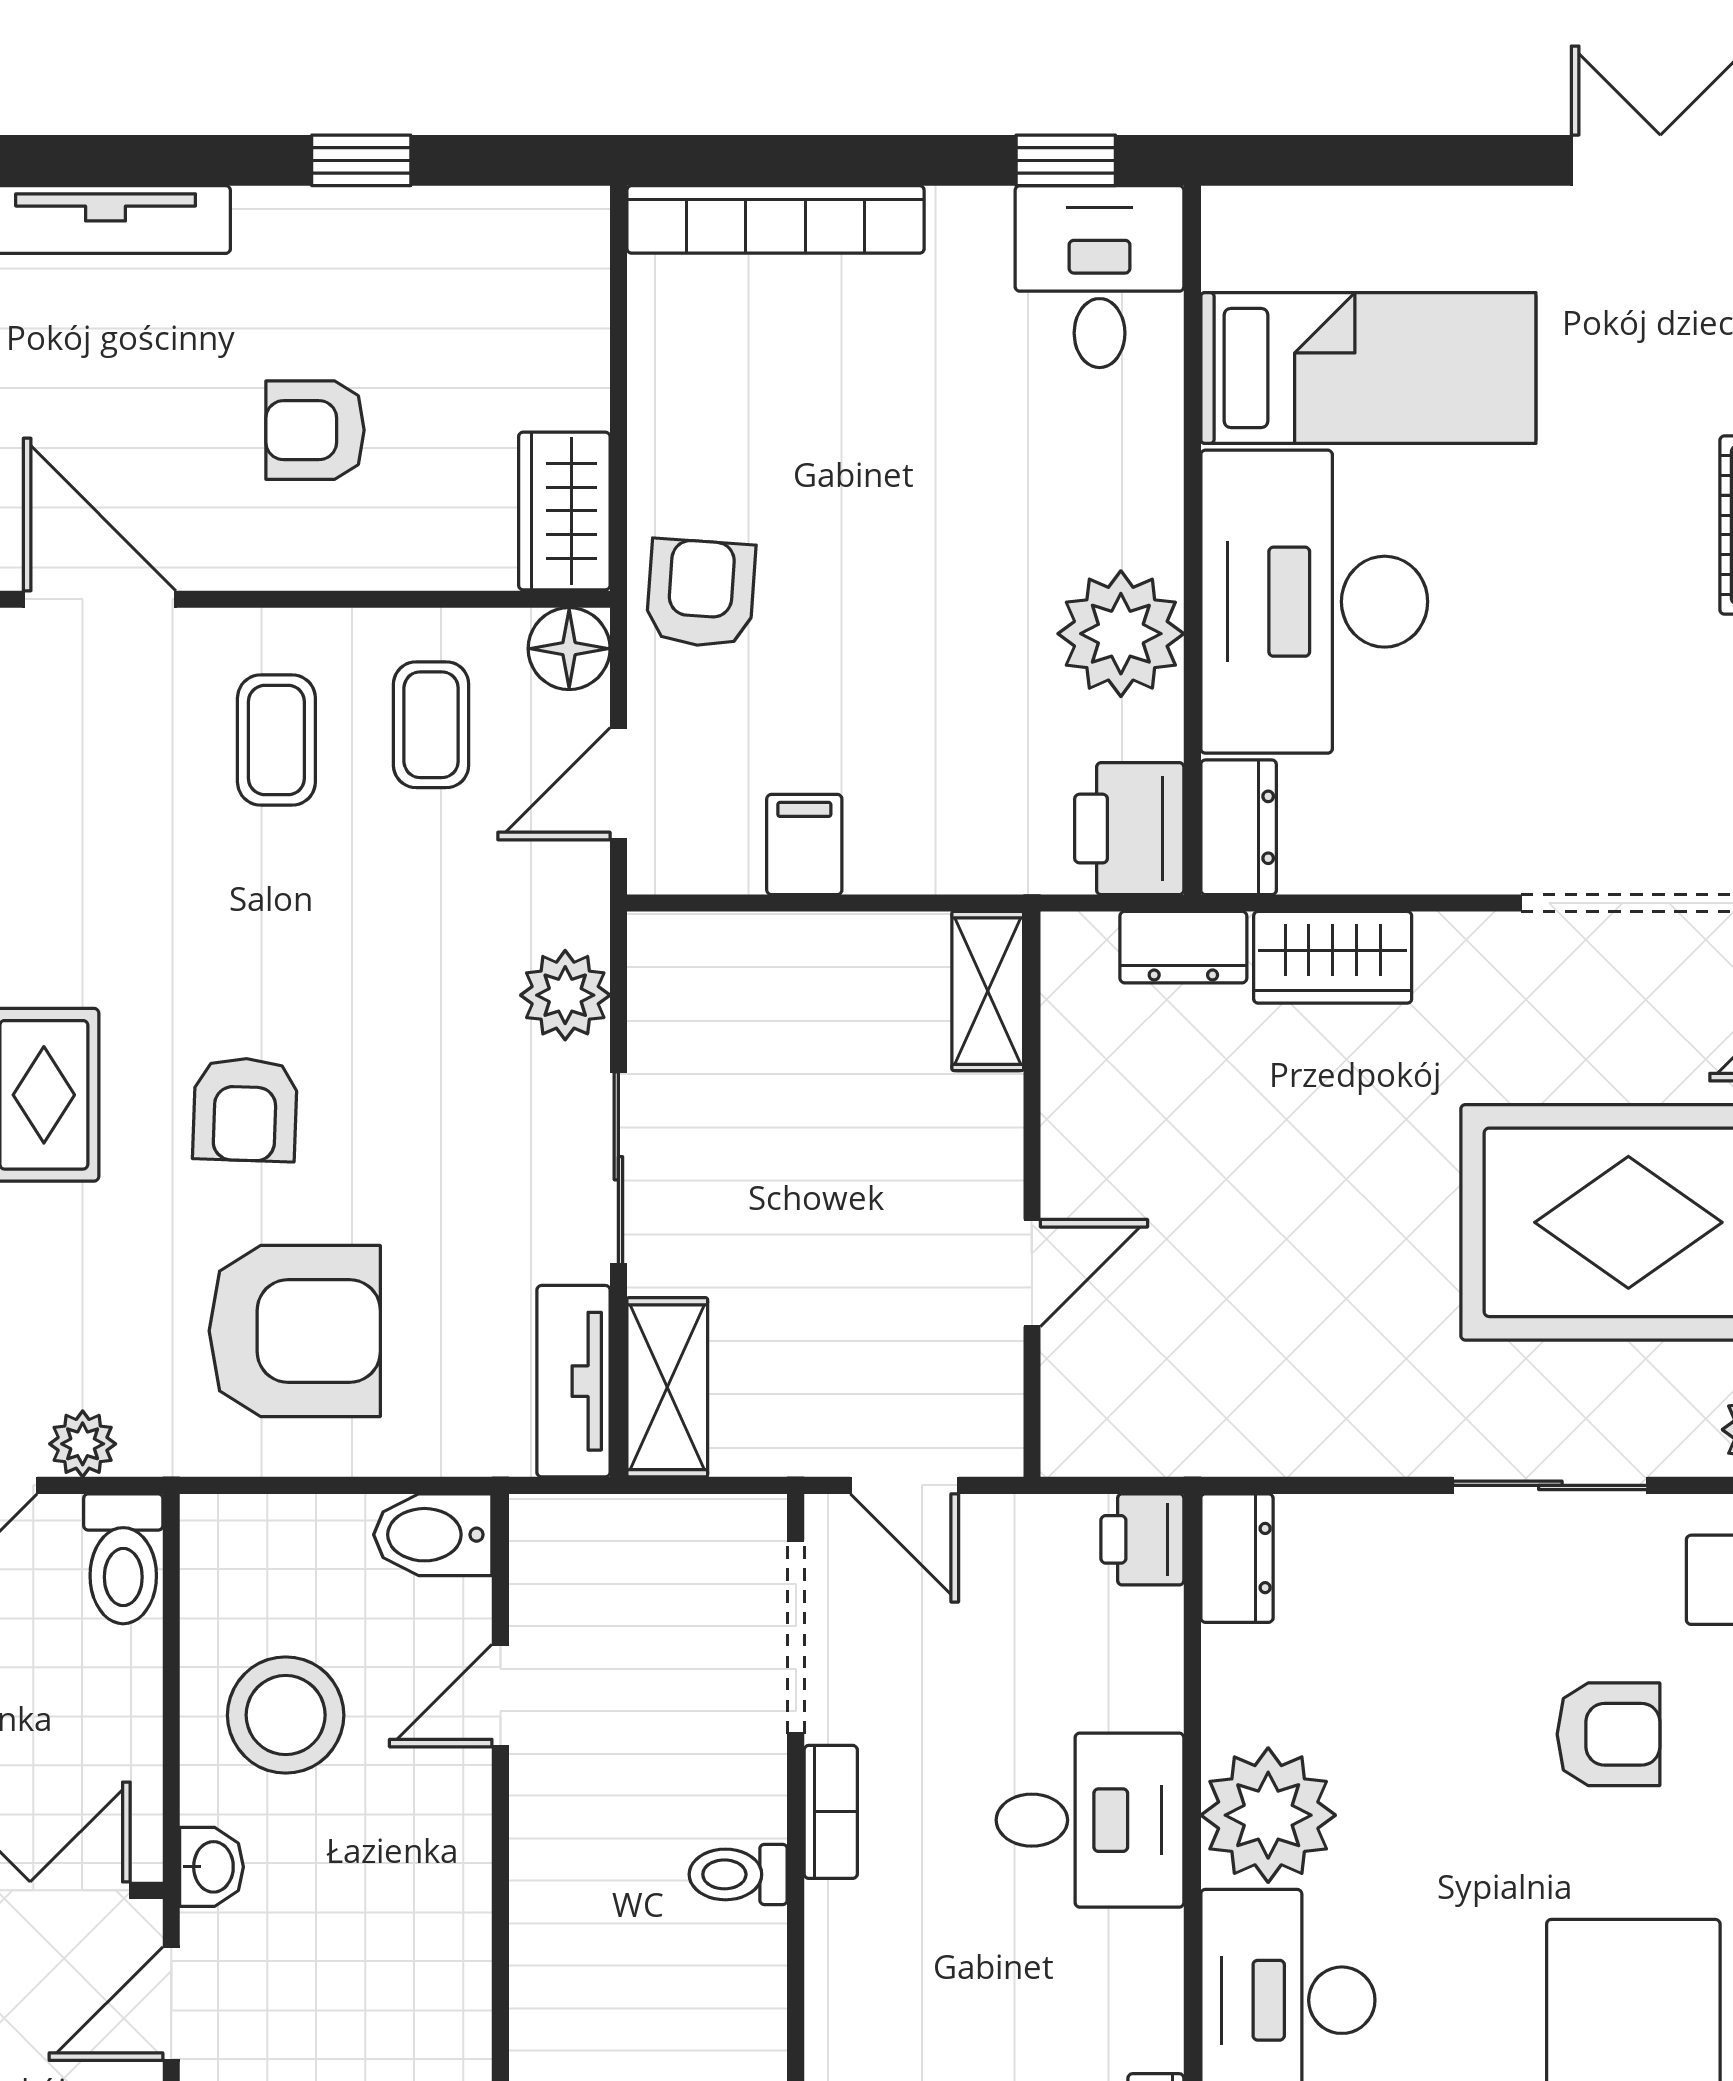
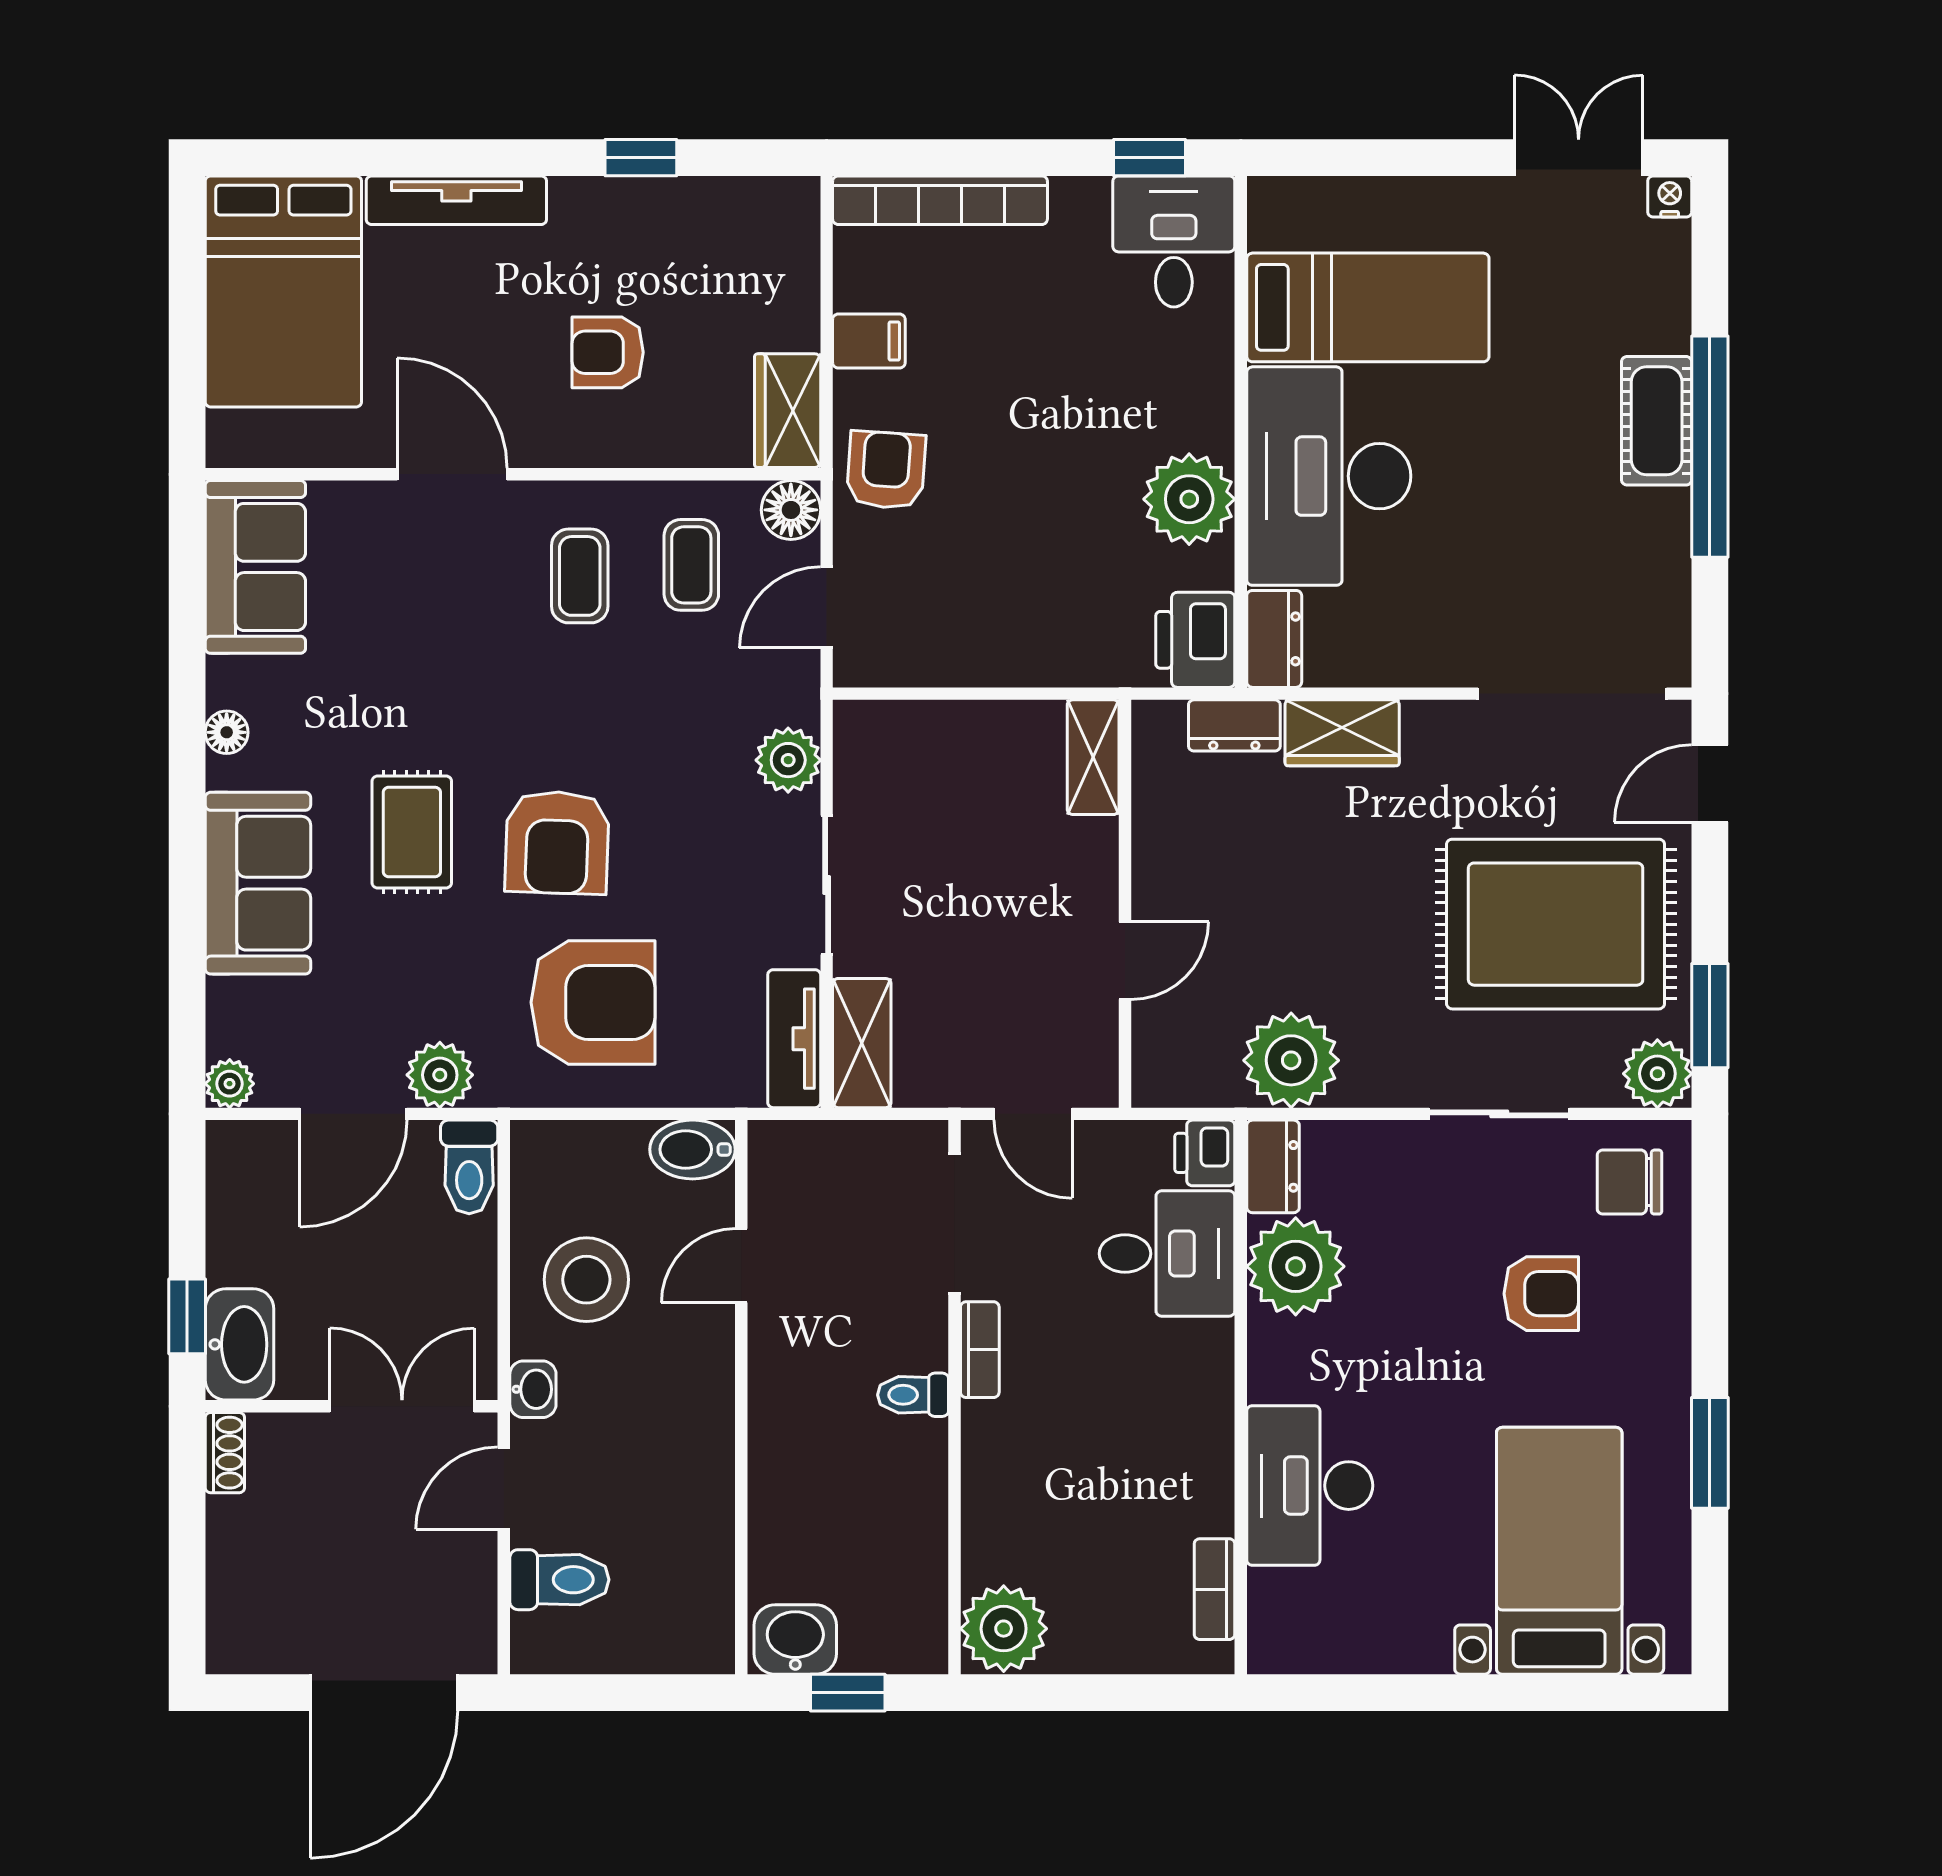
filing cabinet: (804, 844) -> (869, 341), moved, turned 90
armchair: (245, 1109) -> (557, 843), width x1.38, depth x1.38
plant: (1262, 1411) -> (1291, 1060), added
plant: (83, 1444) -> (440, 1075), width x1.38, depth x1.38
plant: (1268, 1815) -> (1296, 1266), moved
desk: (1090, 1820) -> (1167, 1254), moved

